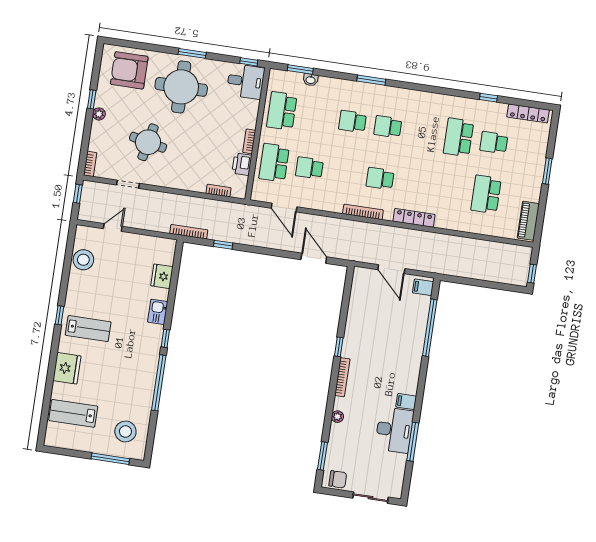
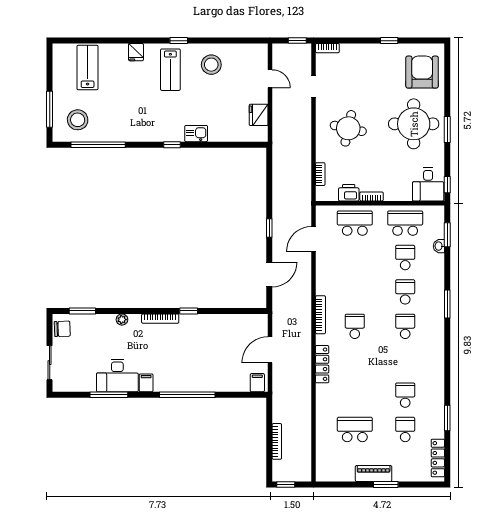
window: (488, 98) -> (447, 418), width x1.50
plant: (99, 114) -> (376, 49), removed
school desk: (458, 137) -> (405, 395), width x0.54
round table: (148, 142) -> (348, 128), moved
school desk: (309, 168) -> (405, 258), moved
piano: (528, 221) -> (374, 474), moved
bookcase: (189, 232) -> (277, 441), moved
window: (223, 245) -> (269, 228), moved
stool: (83, 260) -> (211, 65), moved
fridge: (162, 276) -> (259, 115), moved, turned -90
window: (430, 328) -> (187, 395), moved
fridge: (67, 368) -> (136, 52), width x0.53, depth x0.75
window: (159, 383) -> (98, 145), moved
chair: (338, 479) -> (62, 329), turned -92

